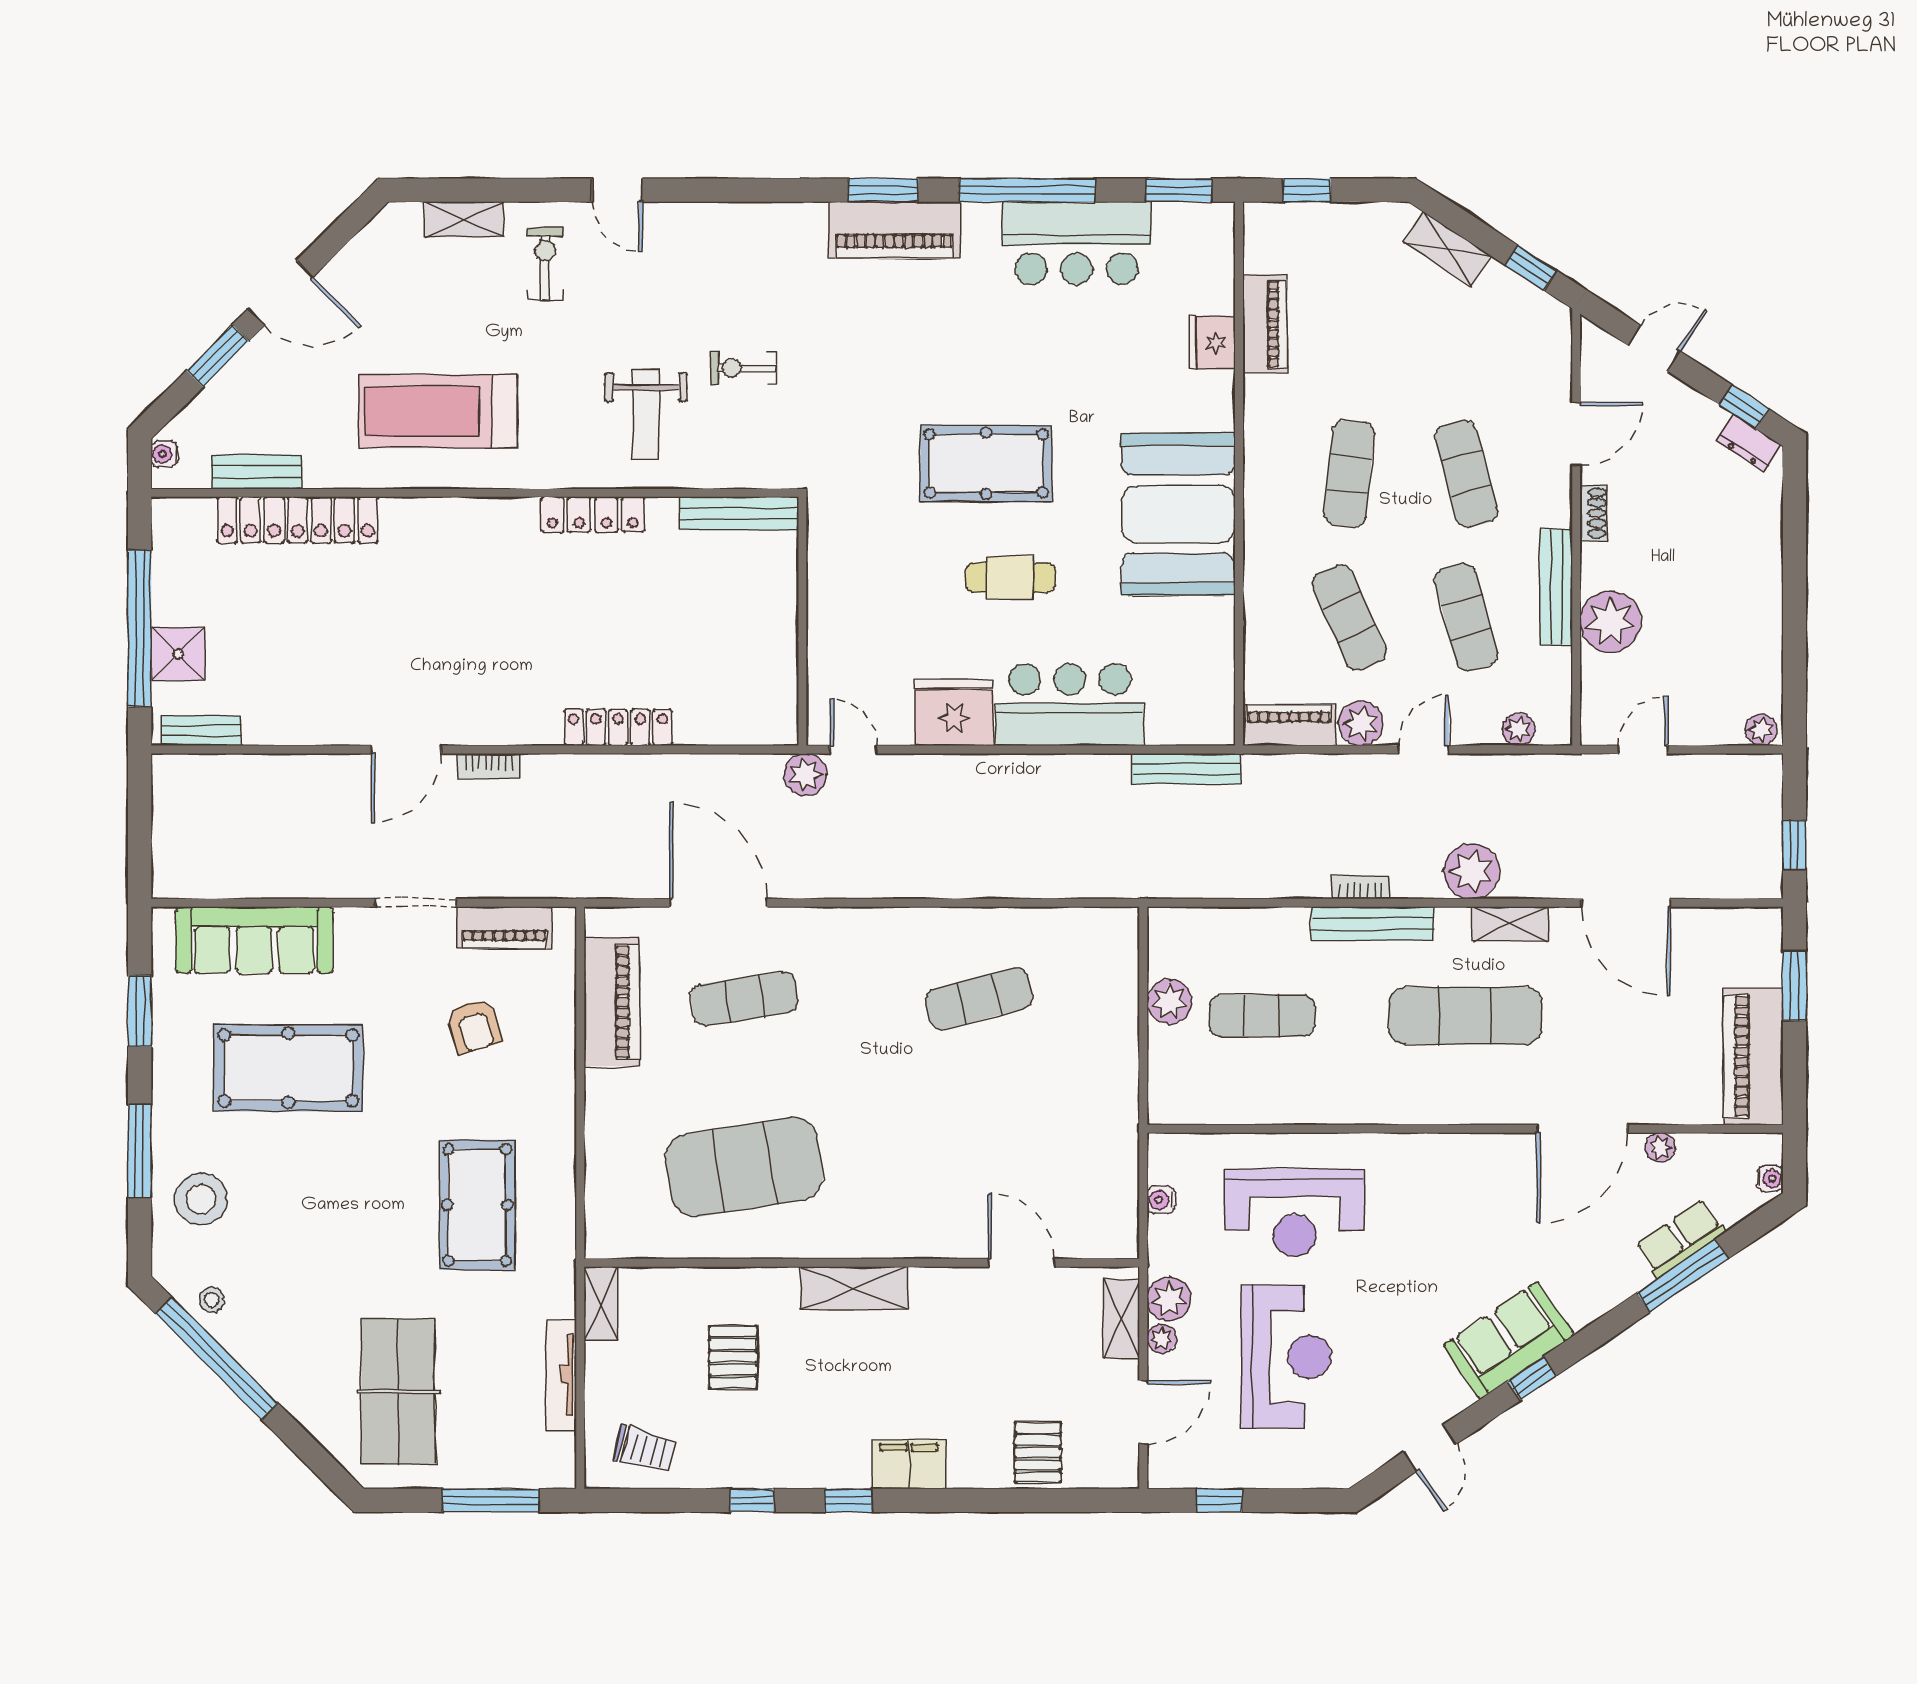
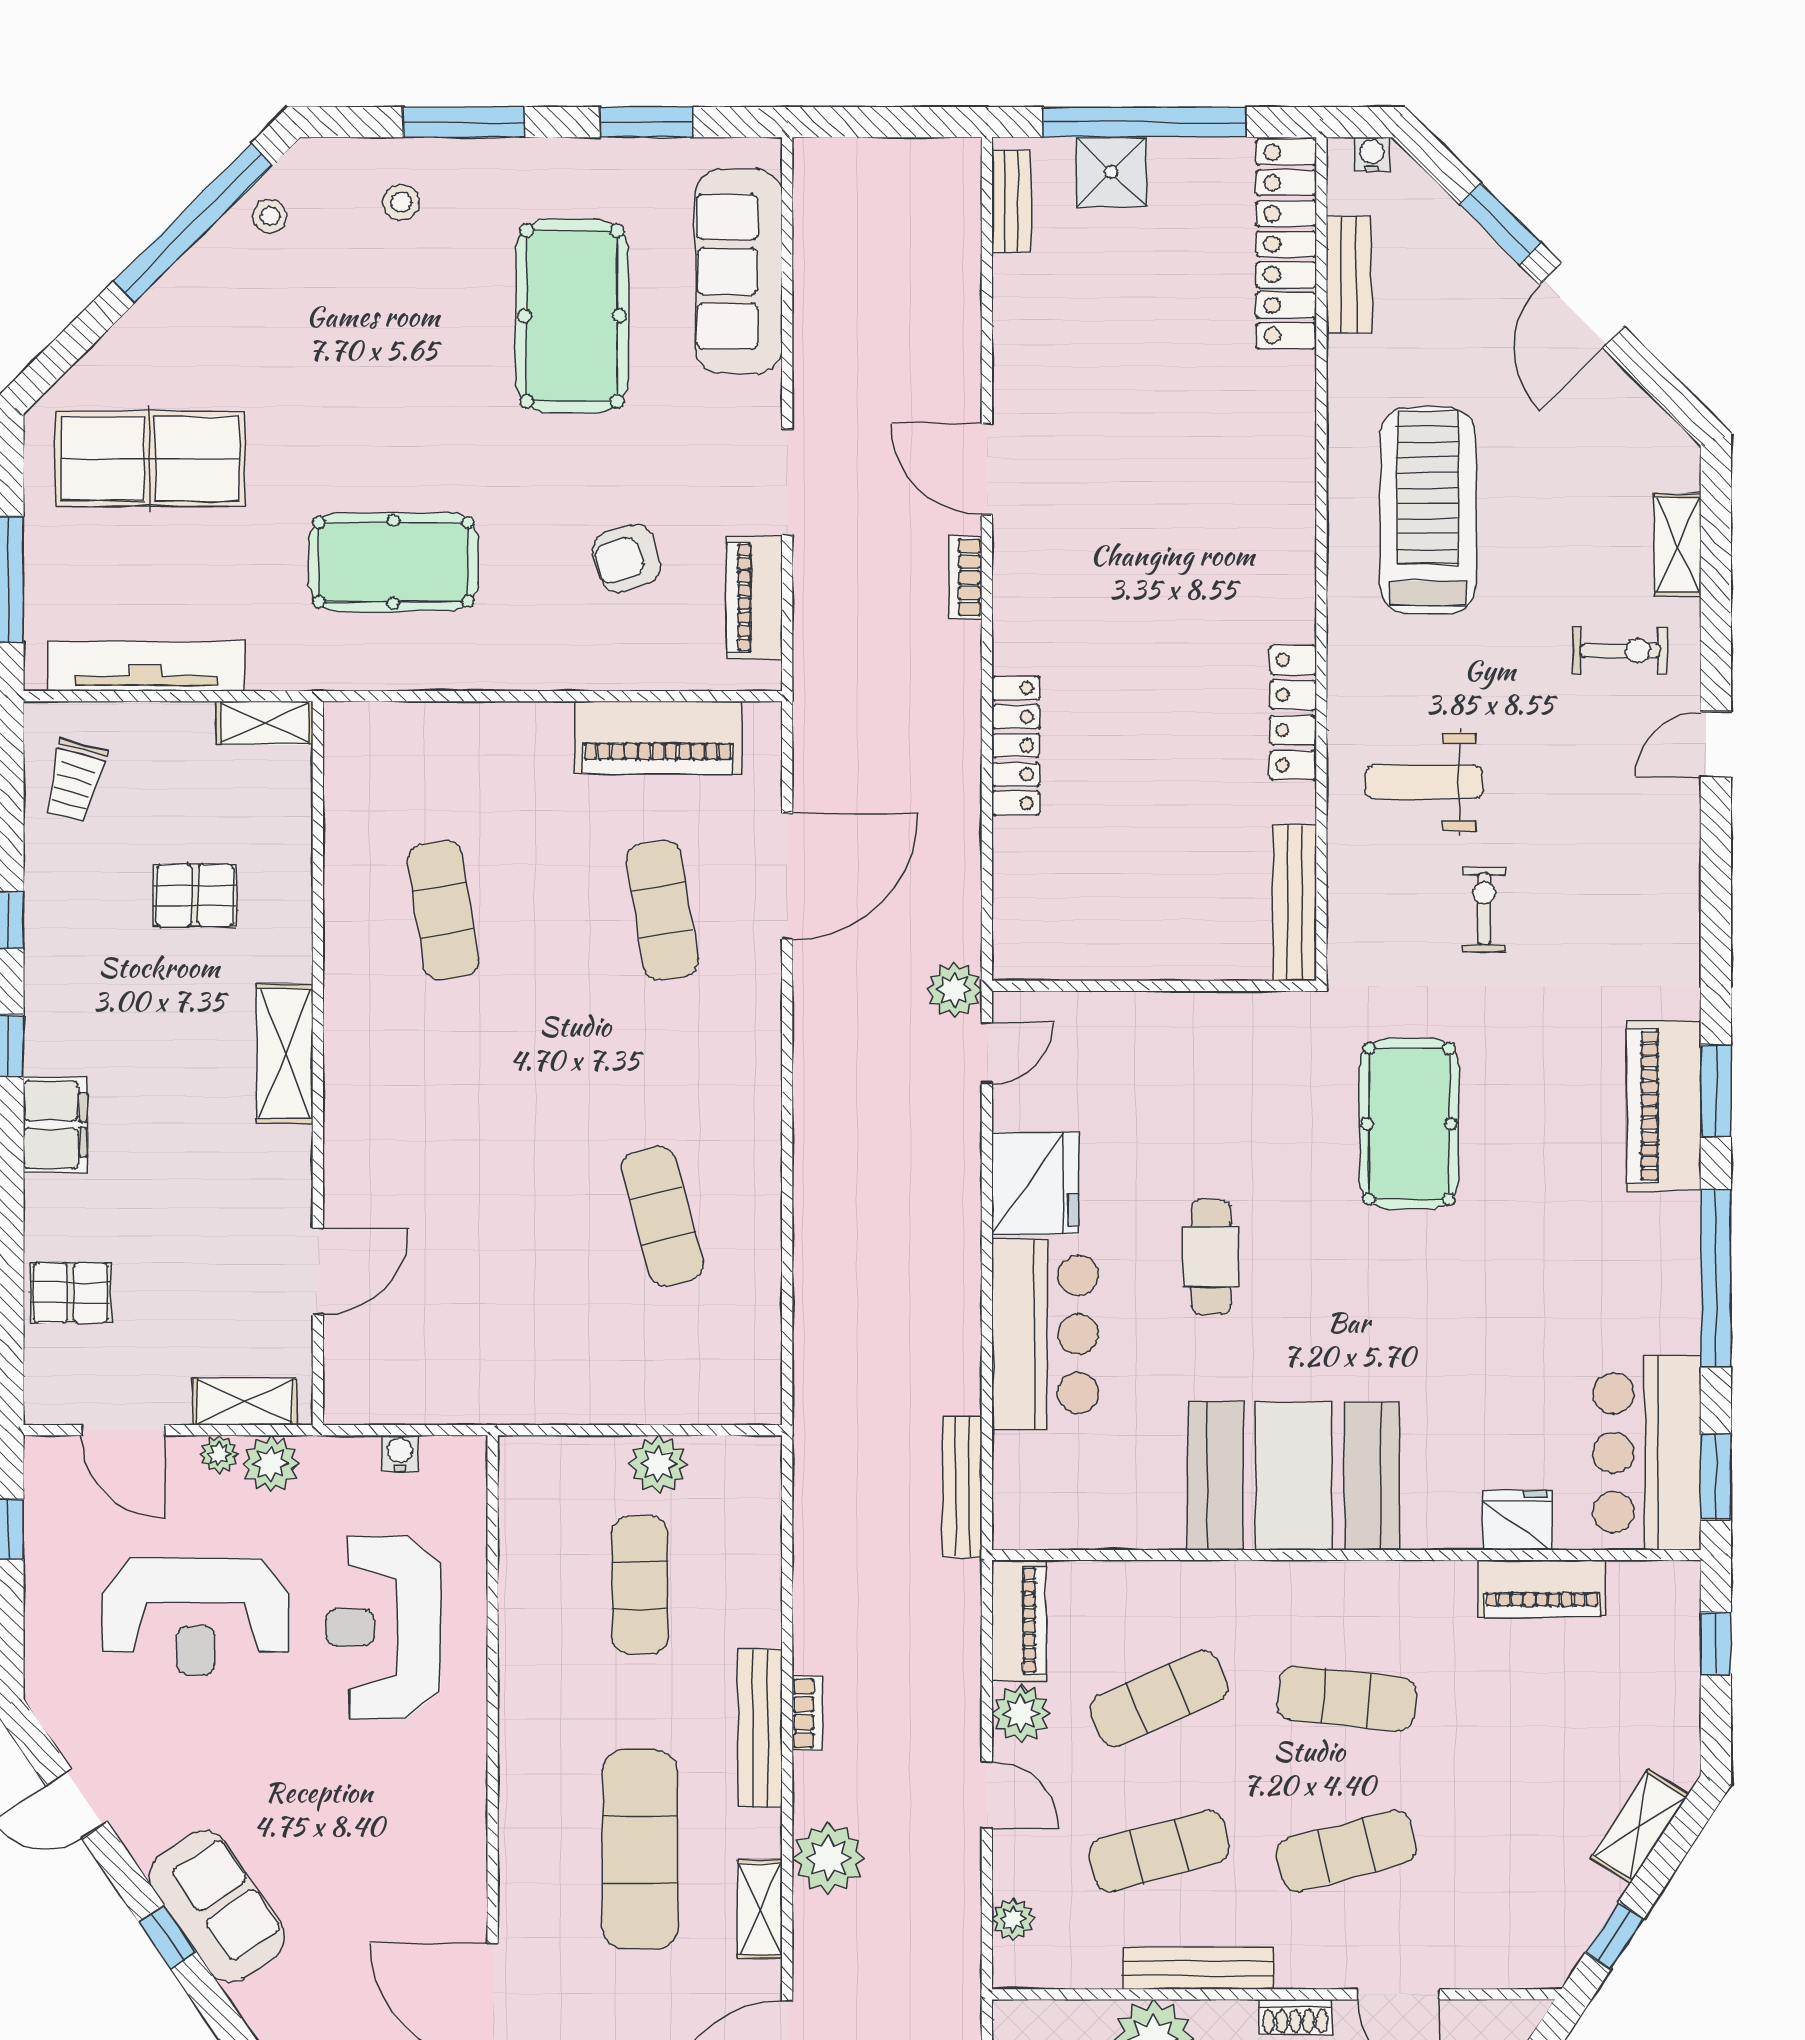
bar counter: (1077, 243) -> (1647, 1453), moved
pool table: (986, 463) -> (1409, 1124), moved
locker: (298, 520) -> (1286, 244), moved
exercise mat: (744, 1167) -> (443, 910), width x0.50, depth x0.69
stool: (201, 1199) -> (401, 202), width x0.53, depth x0.53
tv unit: (561, 1375) -> (146, 666), width x1.36, depth x1.29

